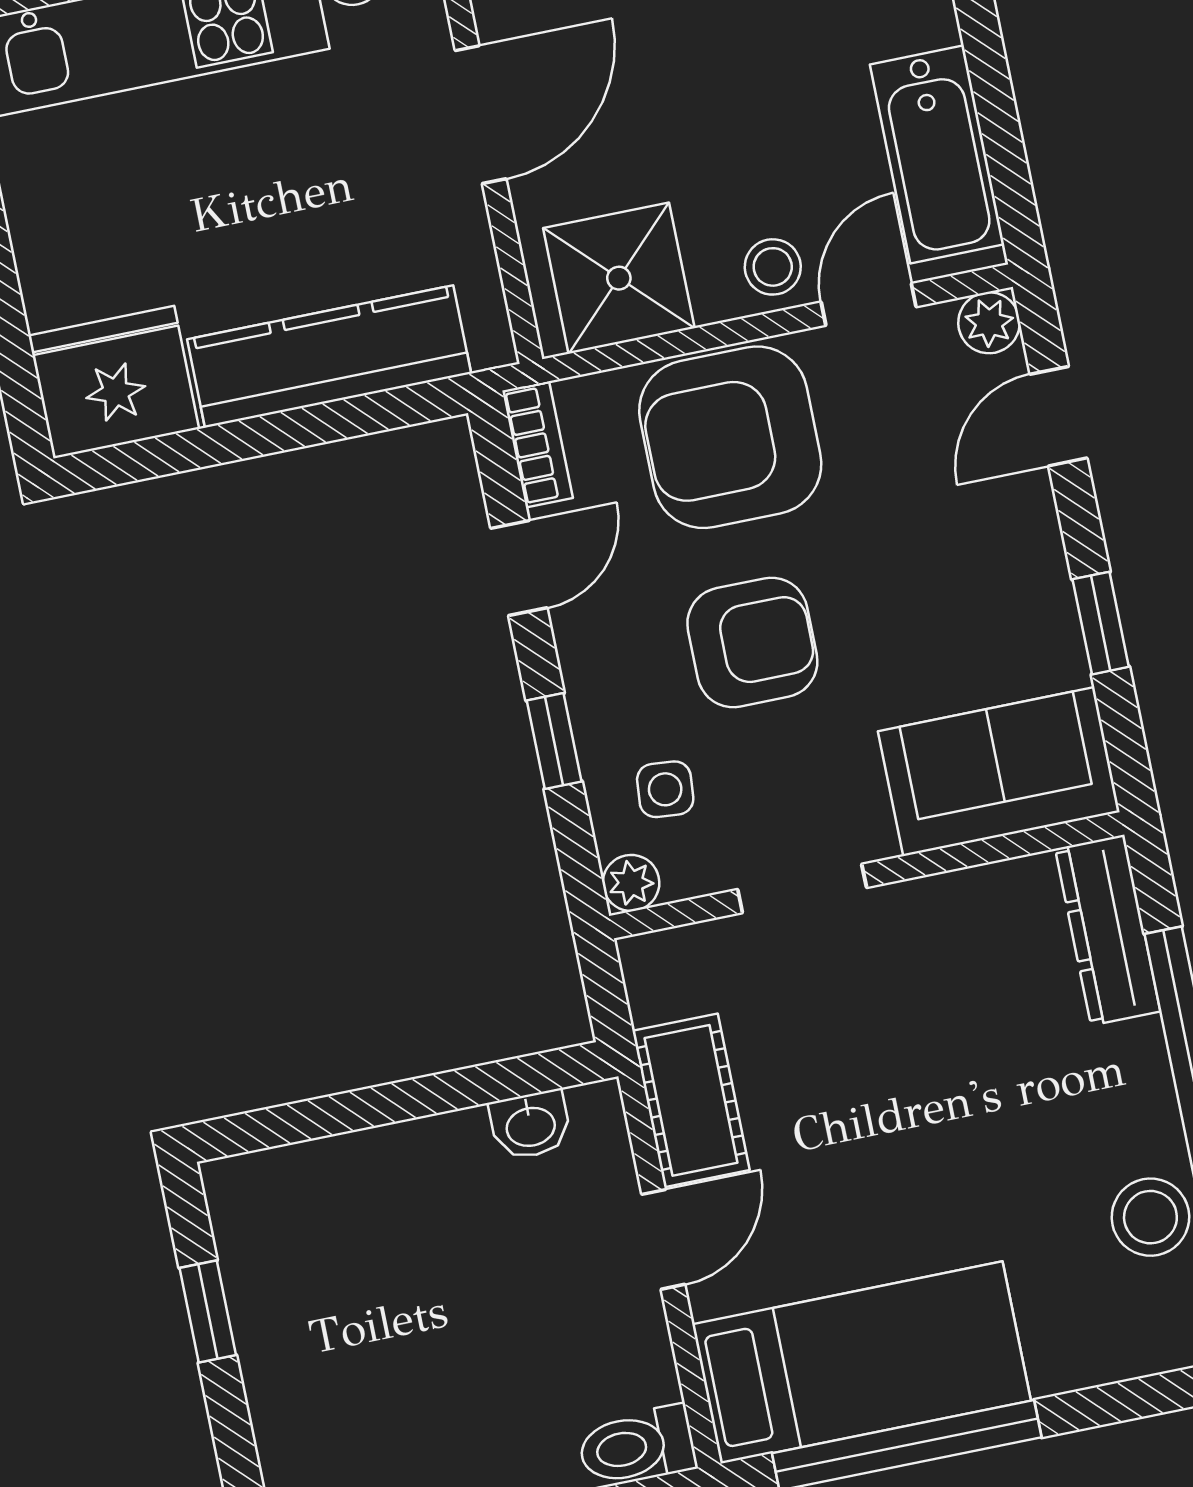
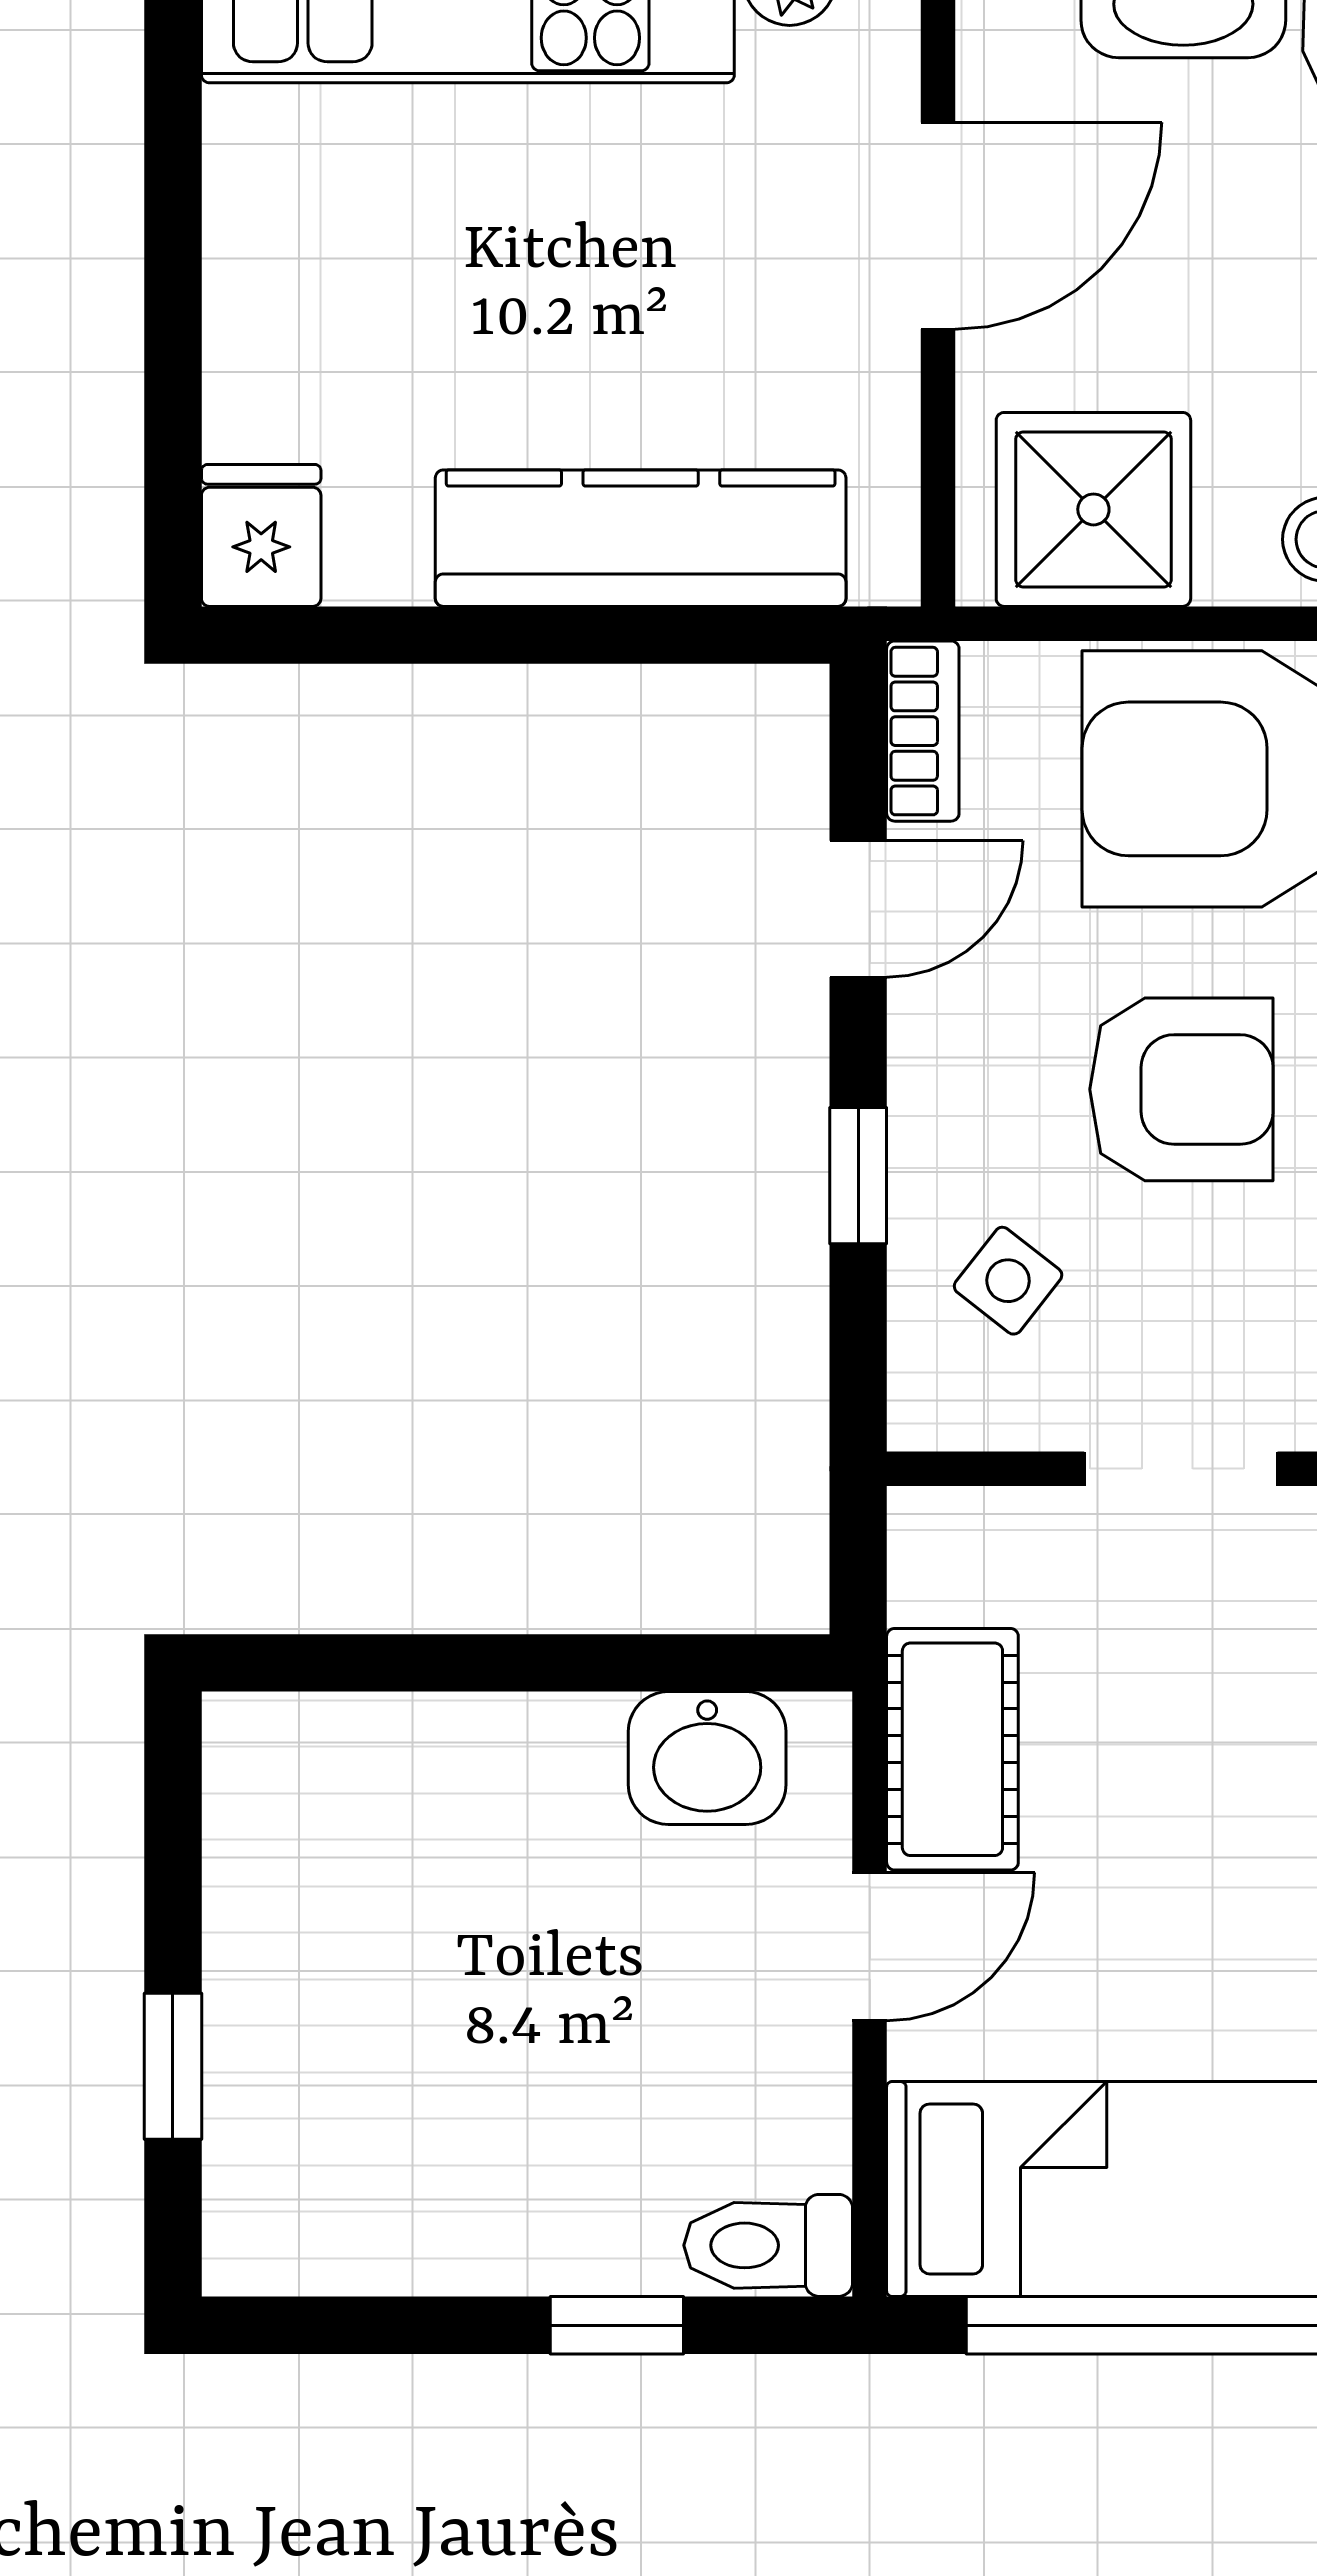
fridge: (114, 382) -> (261, 535), width x0.53, depth x0.75
side table: (665, 789) -> (1008, 1281), turned 33
plant: (631, 883) -> (929, 1409), removed
washbasin: (530, 1125) -> (707, 1758), width x1.38, depth x1.45
window: (208, 1312) -> (173, 2066), moved

